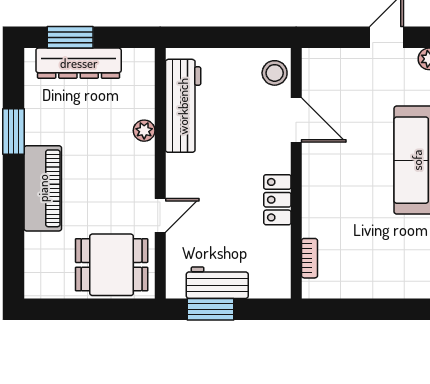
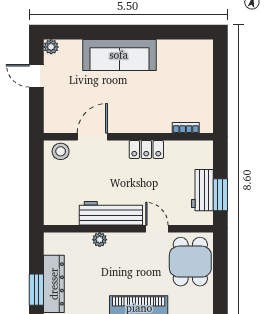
workbench: (183, 106) -> (111, 213), moved

